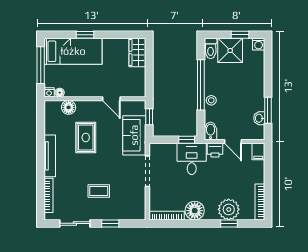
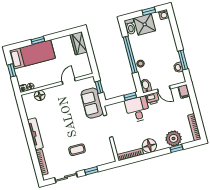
window: (41, 65) -> (12, 70), width x0.46
door: (111, 99) -> (69, 81), swing flipped
rug: (86, 137) -> (58, 114), removed

